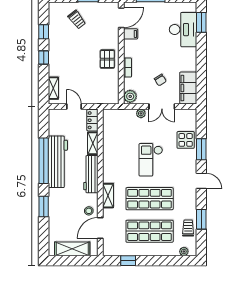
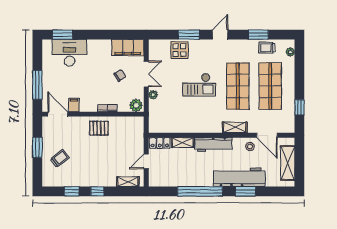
workbench: (58, 162) -> (239, 177), moved

